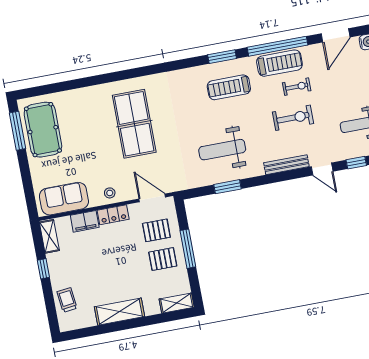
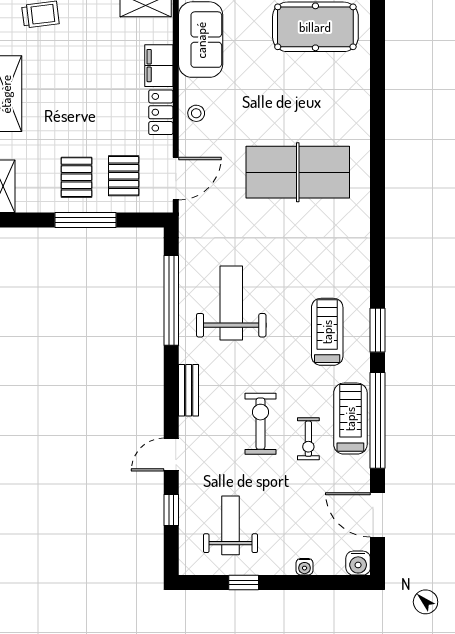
treadmill: (279, 63) -> (350, 419), turned 180
exercise bike: (293, 118) -> (260, 424), turned 180
bench: (286, 165) -> (189, 390), width x0.73
window: (228, 187) -> (171, 300), width x2.11

